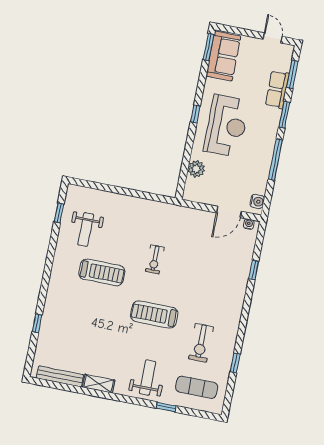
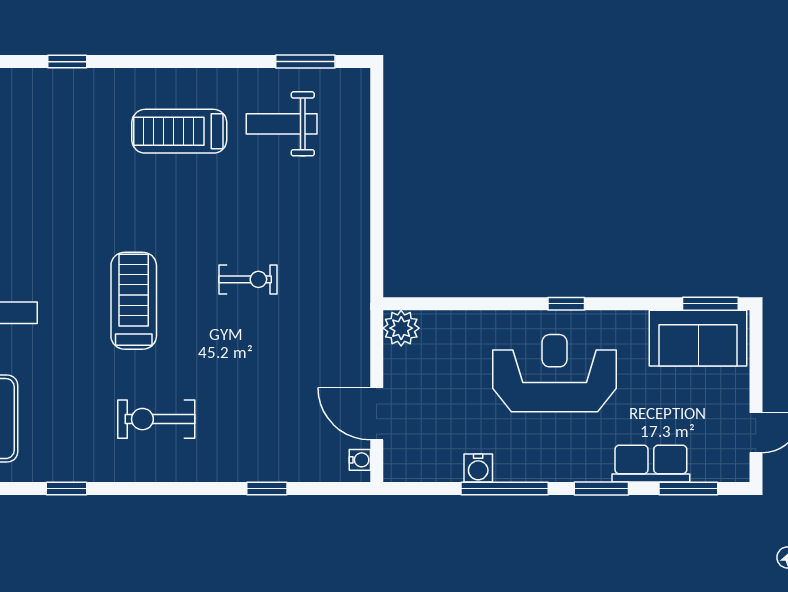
reception desk: (226, 126) -> (555, 373), turned 180
plant: (196, 169) -> (401, 328), moved
water cooler: (257, 201) -> (478, 468), moved
window: (59, 213) -> (305, 62), width x1.50
exercise bike: (155, 259) -> (248, 279), turned 180
treadmill: (102, 272) -> (179, 131), moved, turned 90
exercise bike: (201, 343) -> (156, 419), moved

